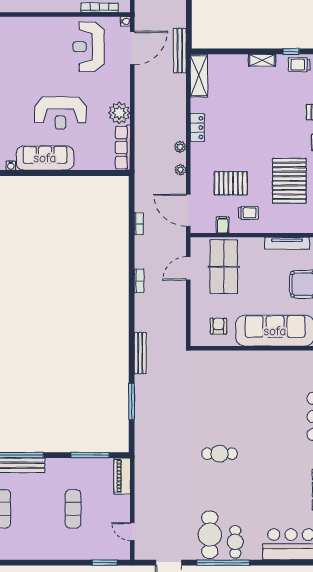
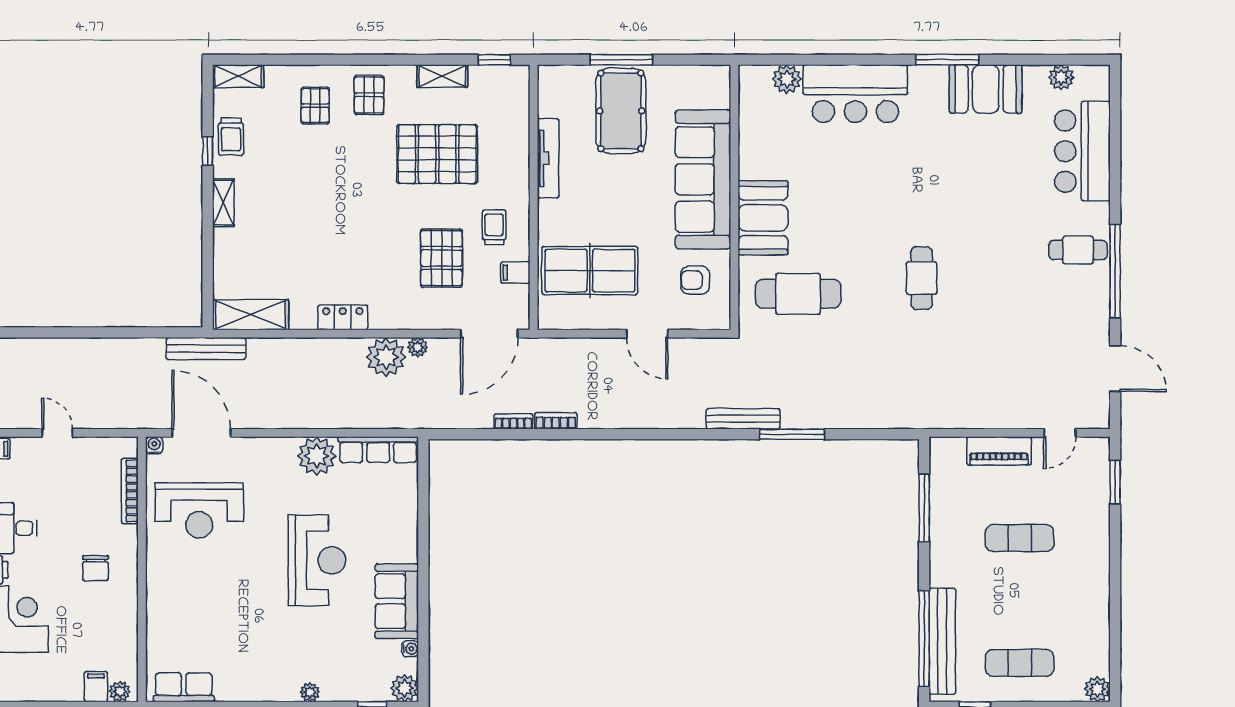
plant: (180, 147) -> (386, 357), width x1.87, depth x1.87
sofa: (45, 158) -> (397, 601), width x0.73
door: (188, 268) -> (647, 334), moved
bookcase: (139, 281) -> (556, 421), moved
booth: (253, 364) -> (763, 218), added
window: (132, 401) -> (792, 434), moved
piano: (122, 476) -> (999, 451), moved
cafe table: (210, 535) -> (798, 294), moved

